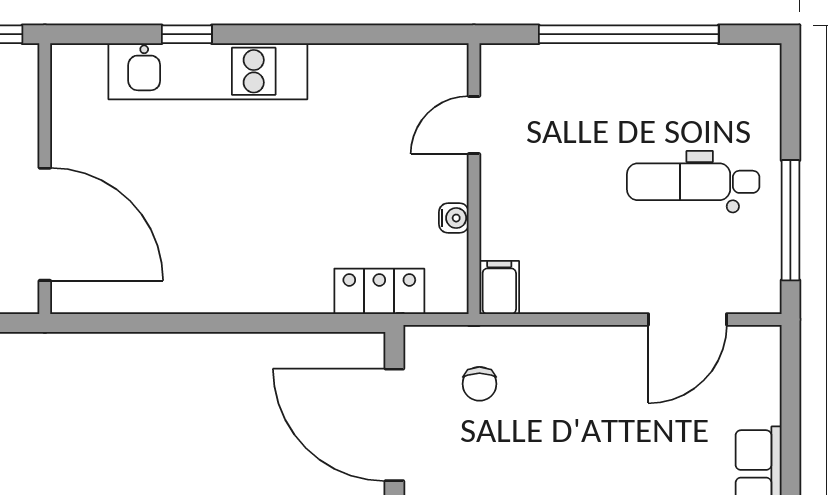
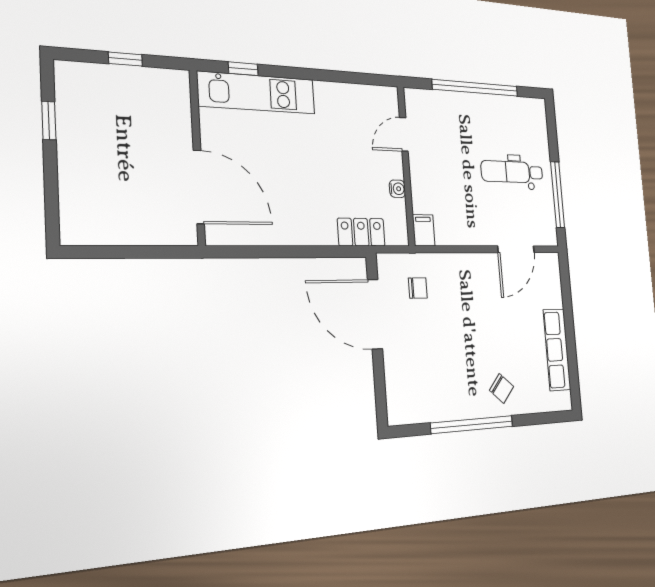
wall: (45, 179) -> (197, 157), moved
door: (45, 224) -> (199, 187), moved
chair: (479, 384) -> (418, 288), turned -90

